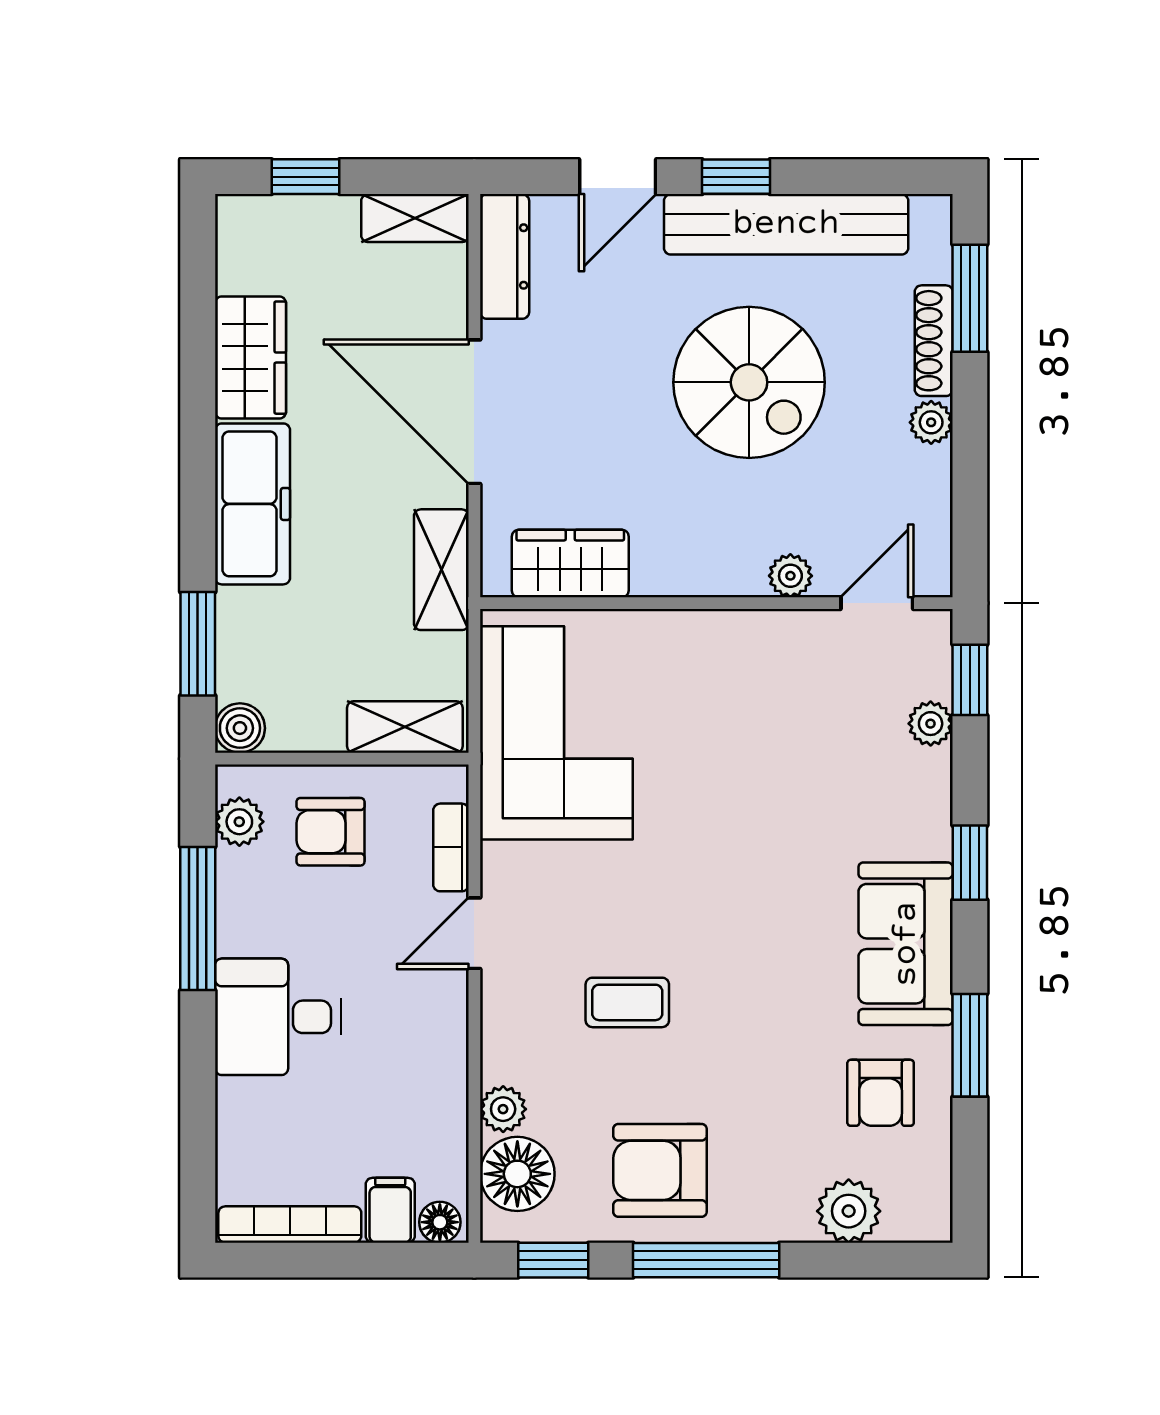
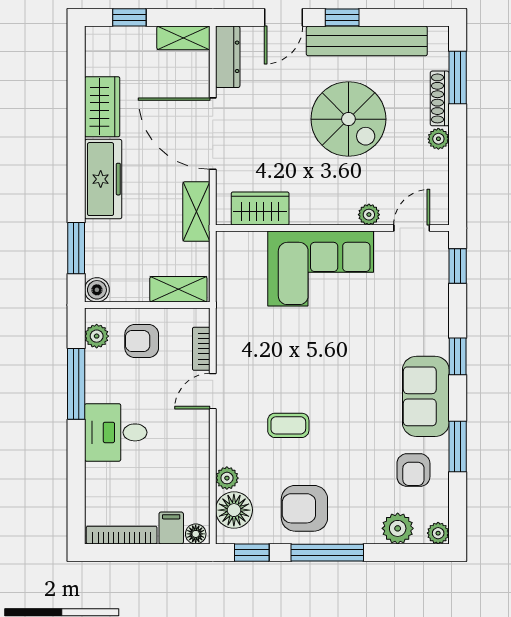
plant: (931, 724) -> (438, 533), moved
corner sofa: (556, 733) -> (321, 269), moved, turned 90

